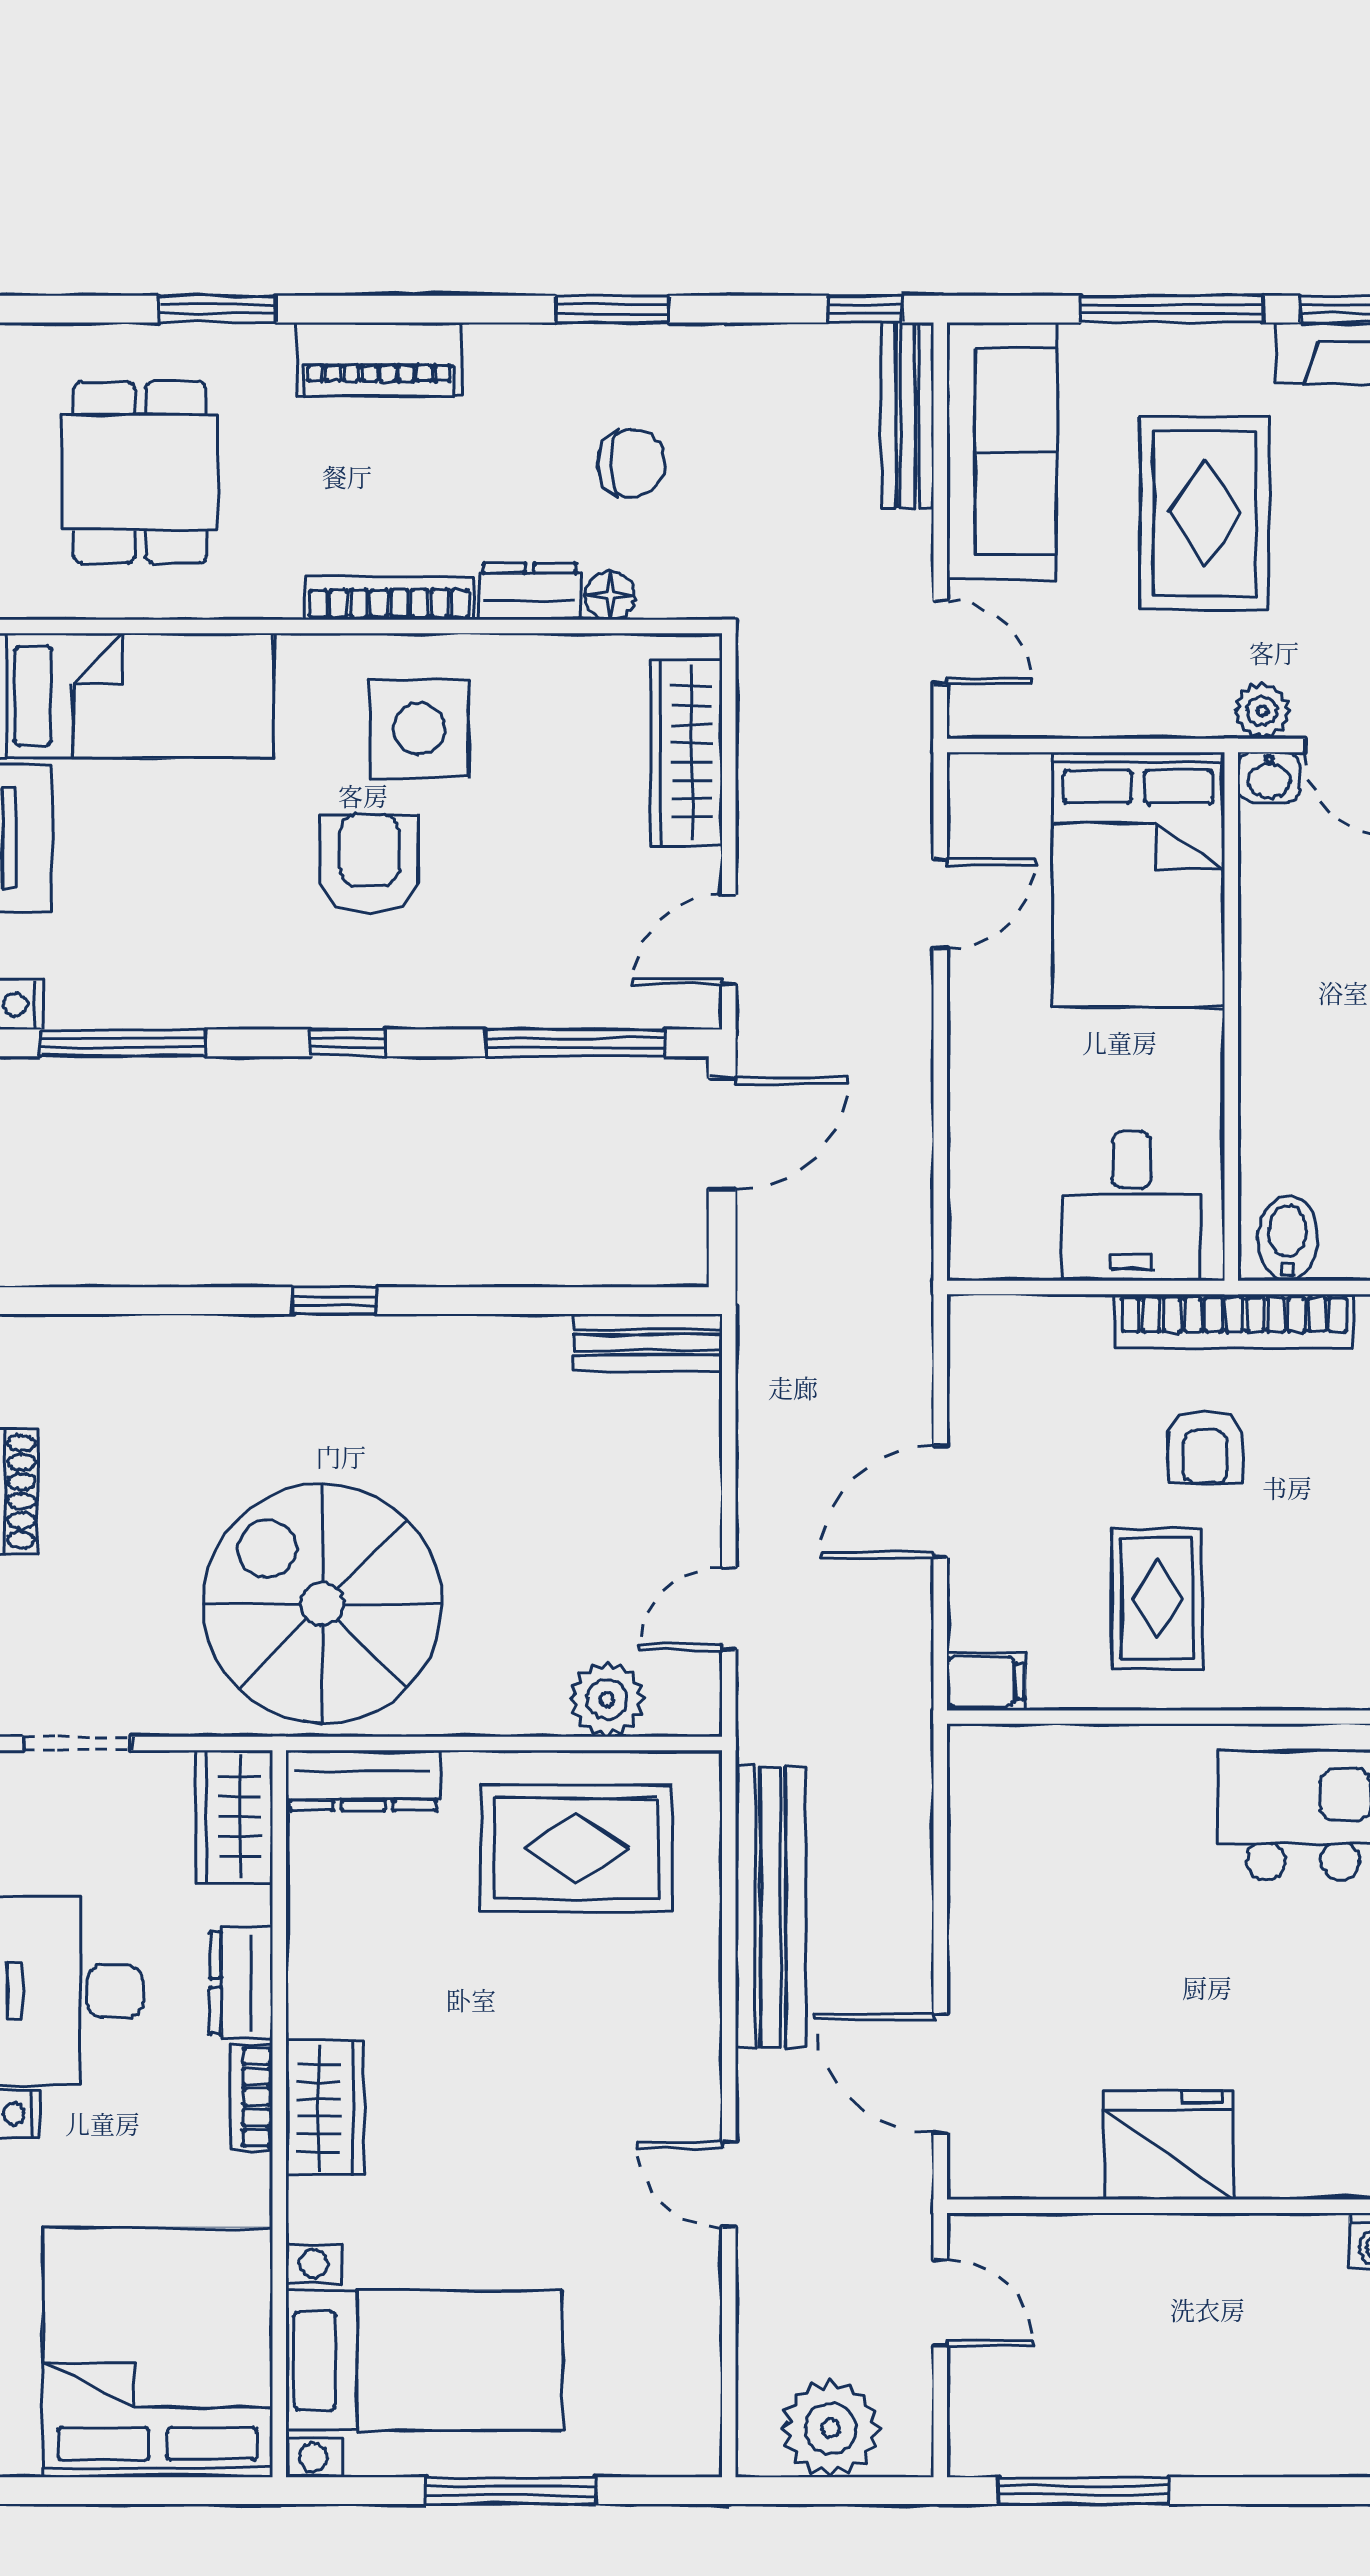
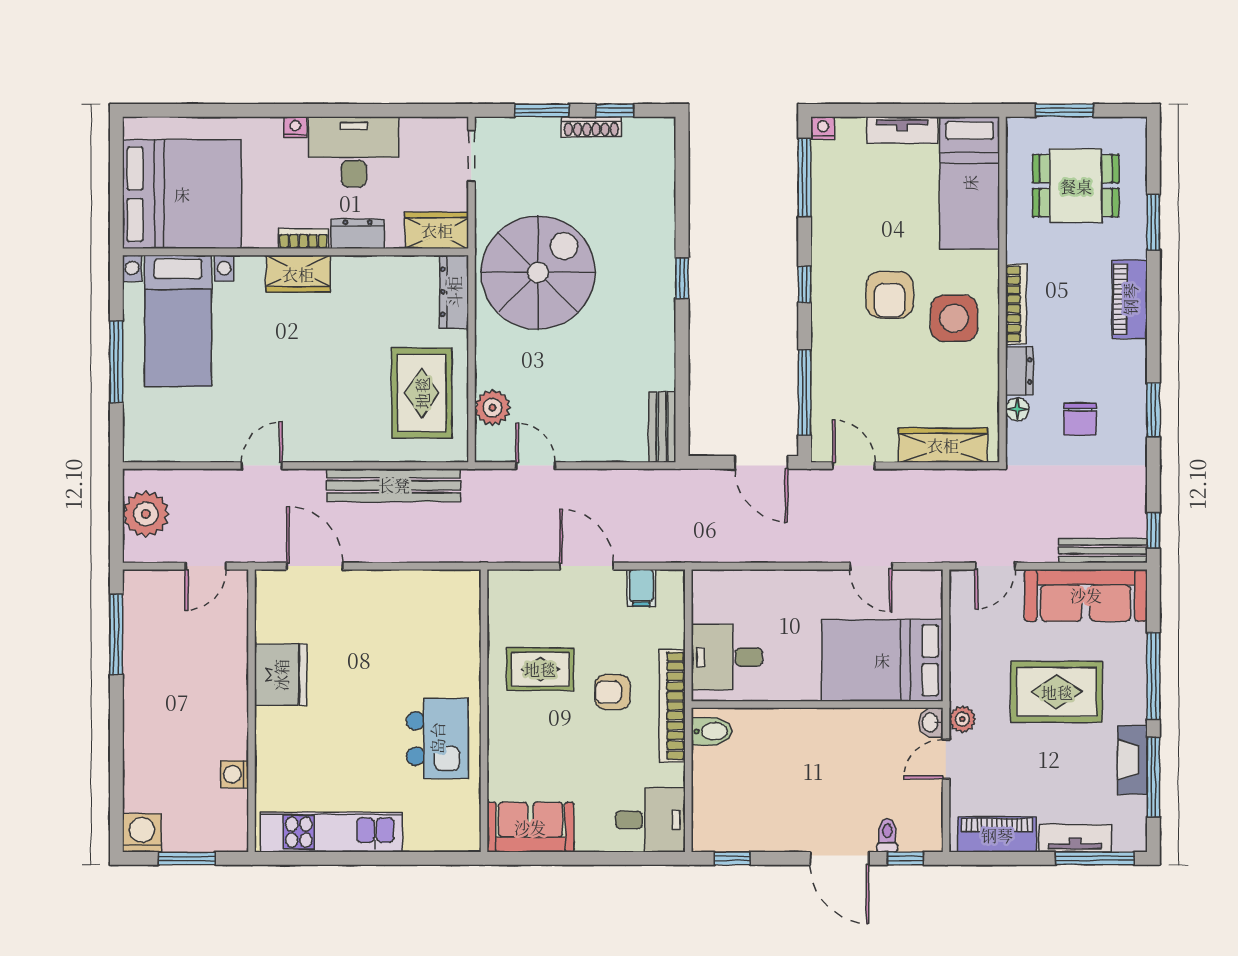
armchair: (369, 864) -> (890, 295), turned 90
filing cabinet: (986, 1681) -> (641, 588), moved
door: (940, 2073) -> (315, 566), hinge flipped

